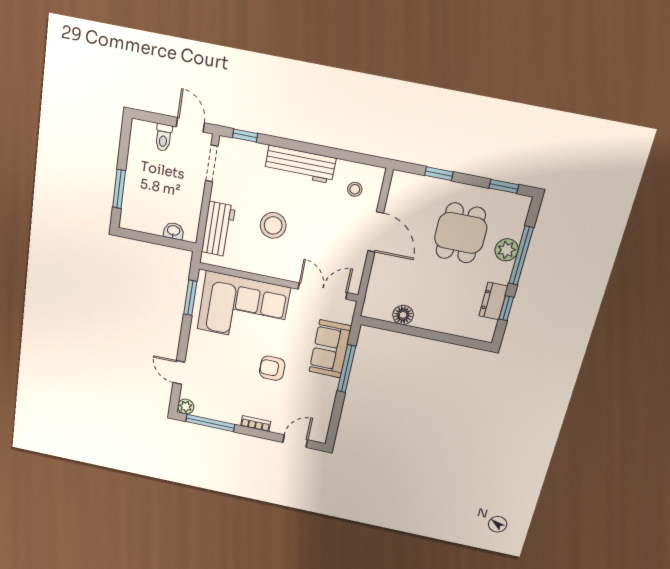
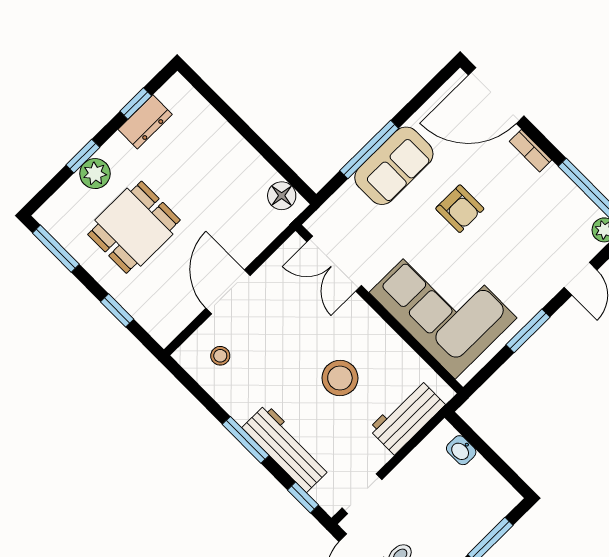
window: (304, 147) -> (246, 440), added
workbench: (300, 164) -> (286, 448), moved
window: (504, 186) -> (56, 249), width x1.50
window: (521, 256) -> (83, 156), width x0.46
window: (190, 298) -> (528, 331), moved
floor lamp: (403, 315) -> (282, 196), moved
sofa: (330, 349) -> (394, 166), moved
door: (295, 441) -> (496, 96), width x1.88

